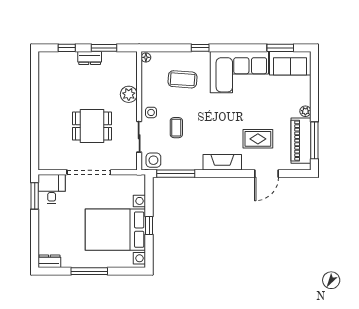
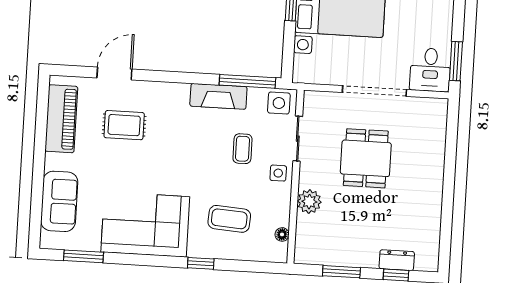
floor lamp: (146, 57) -> (282, 234), moved
dresser: (90, 58) -> (397, 260), moved
sofa: (290, 63) -> (59, 201), moved, turned 90
plant: (305, 111) -> (52, 161), removed
dining table: (92, 126) -> (366, 158), turned 90
window: (314, 140) -> (42, 118), removed
fireplace: (222, 162) -> (218, 96), moved

